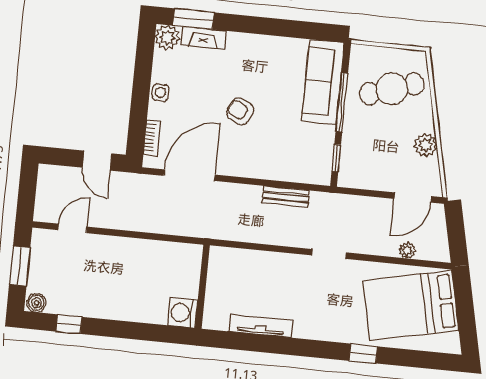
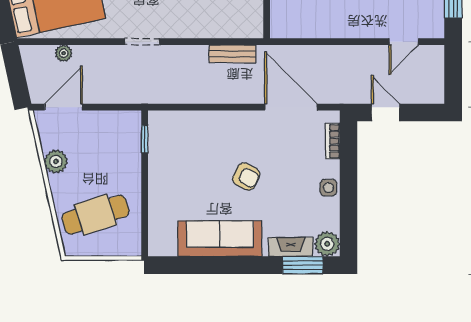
sofa: (323, 82) -> (220, 239), moved, turned -90
window: (342, 102) -> (145, 196), removed
door: (189, 175) -> (291, 107), swing flipped
bench: (286, 197) -> (232, 54), moved

